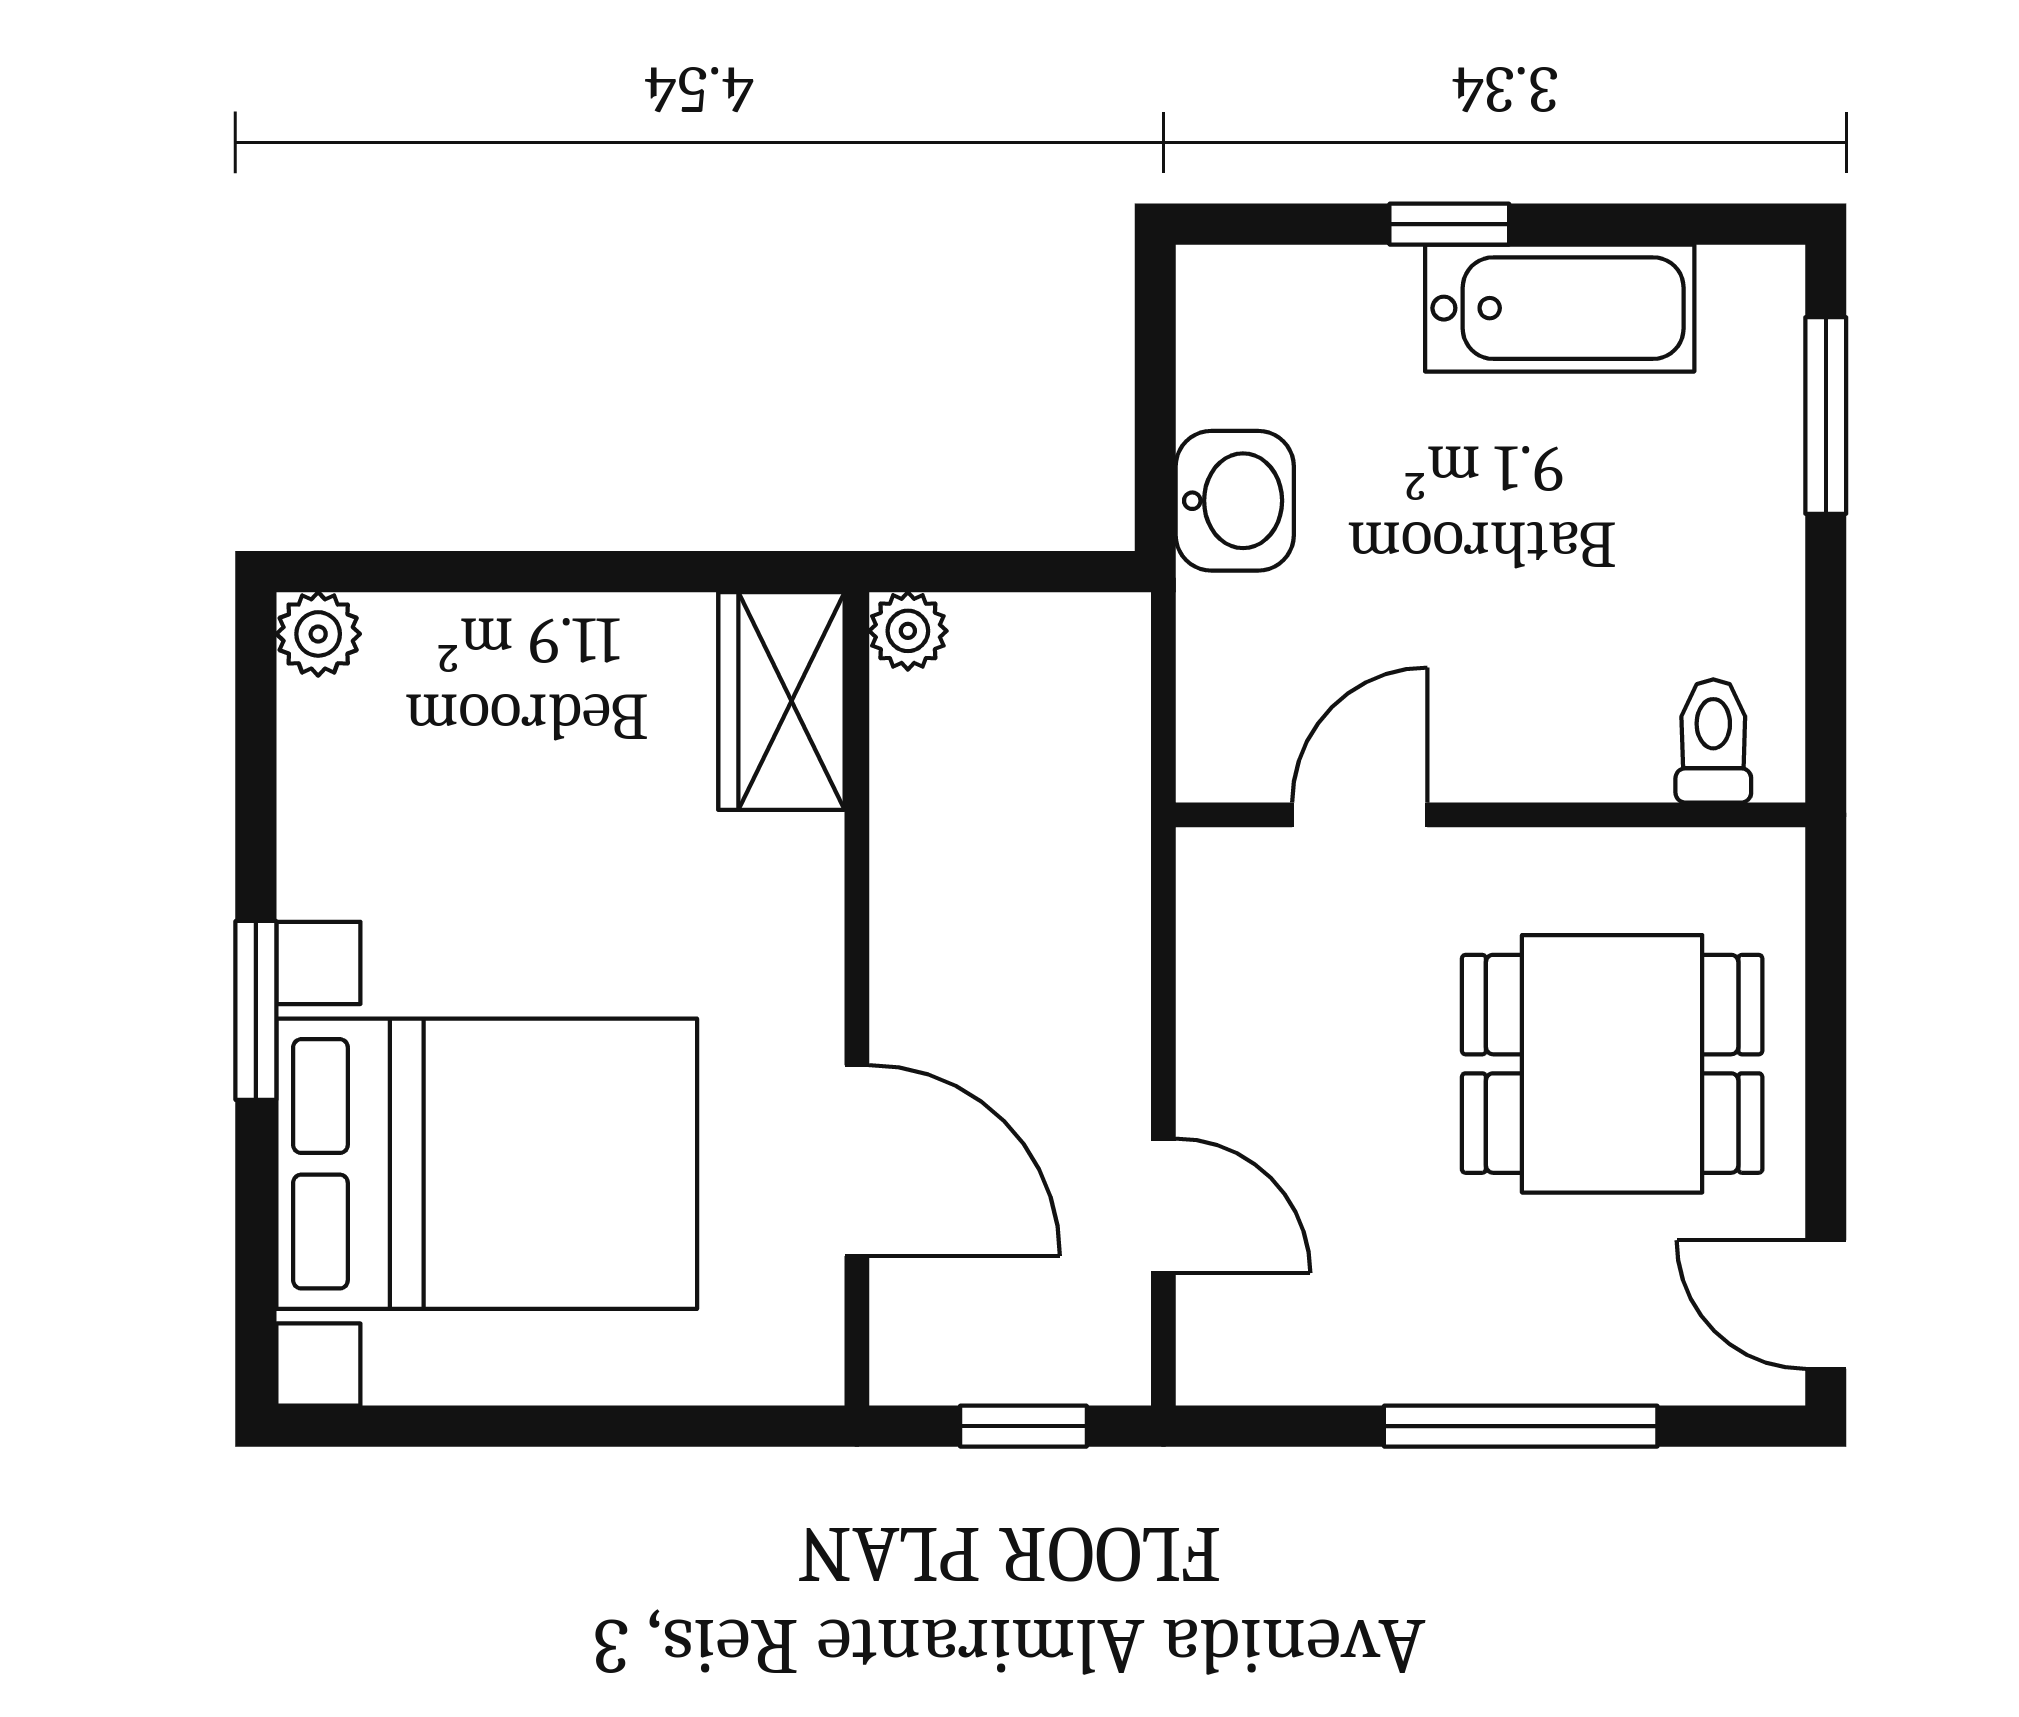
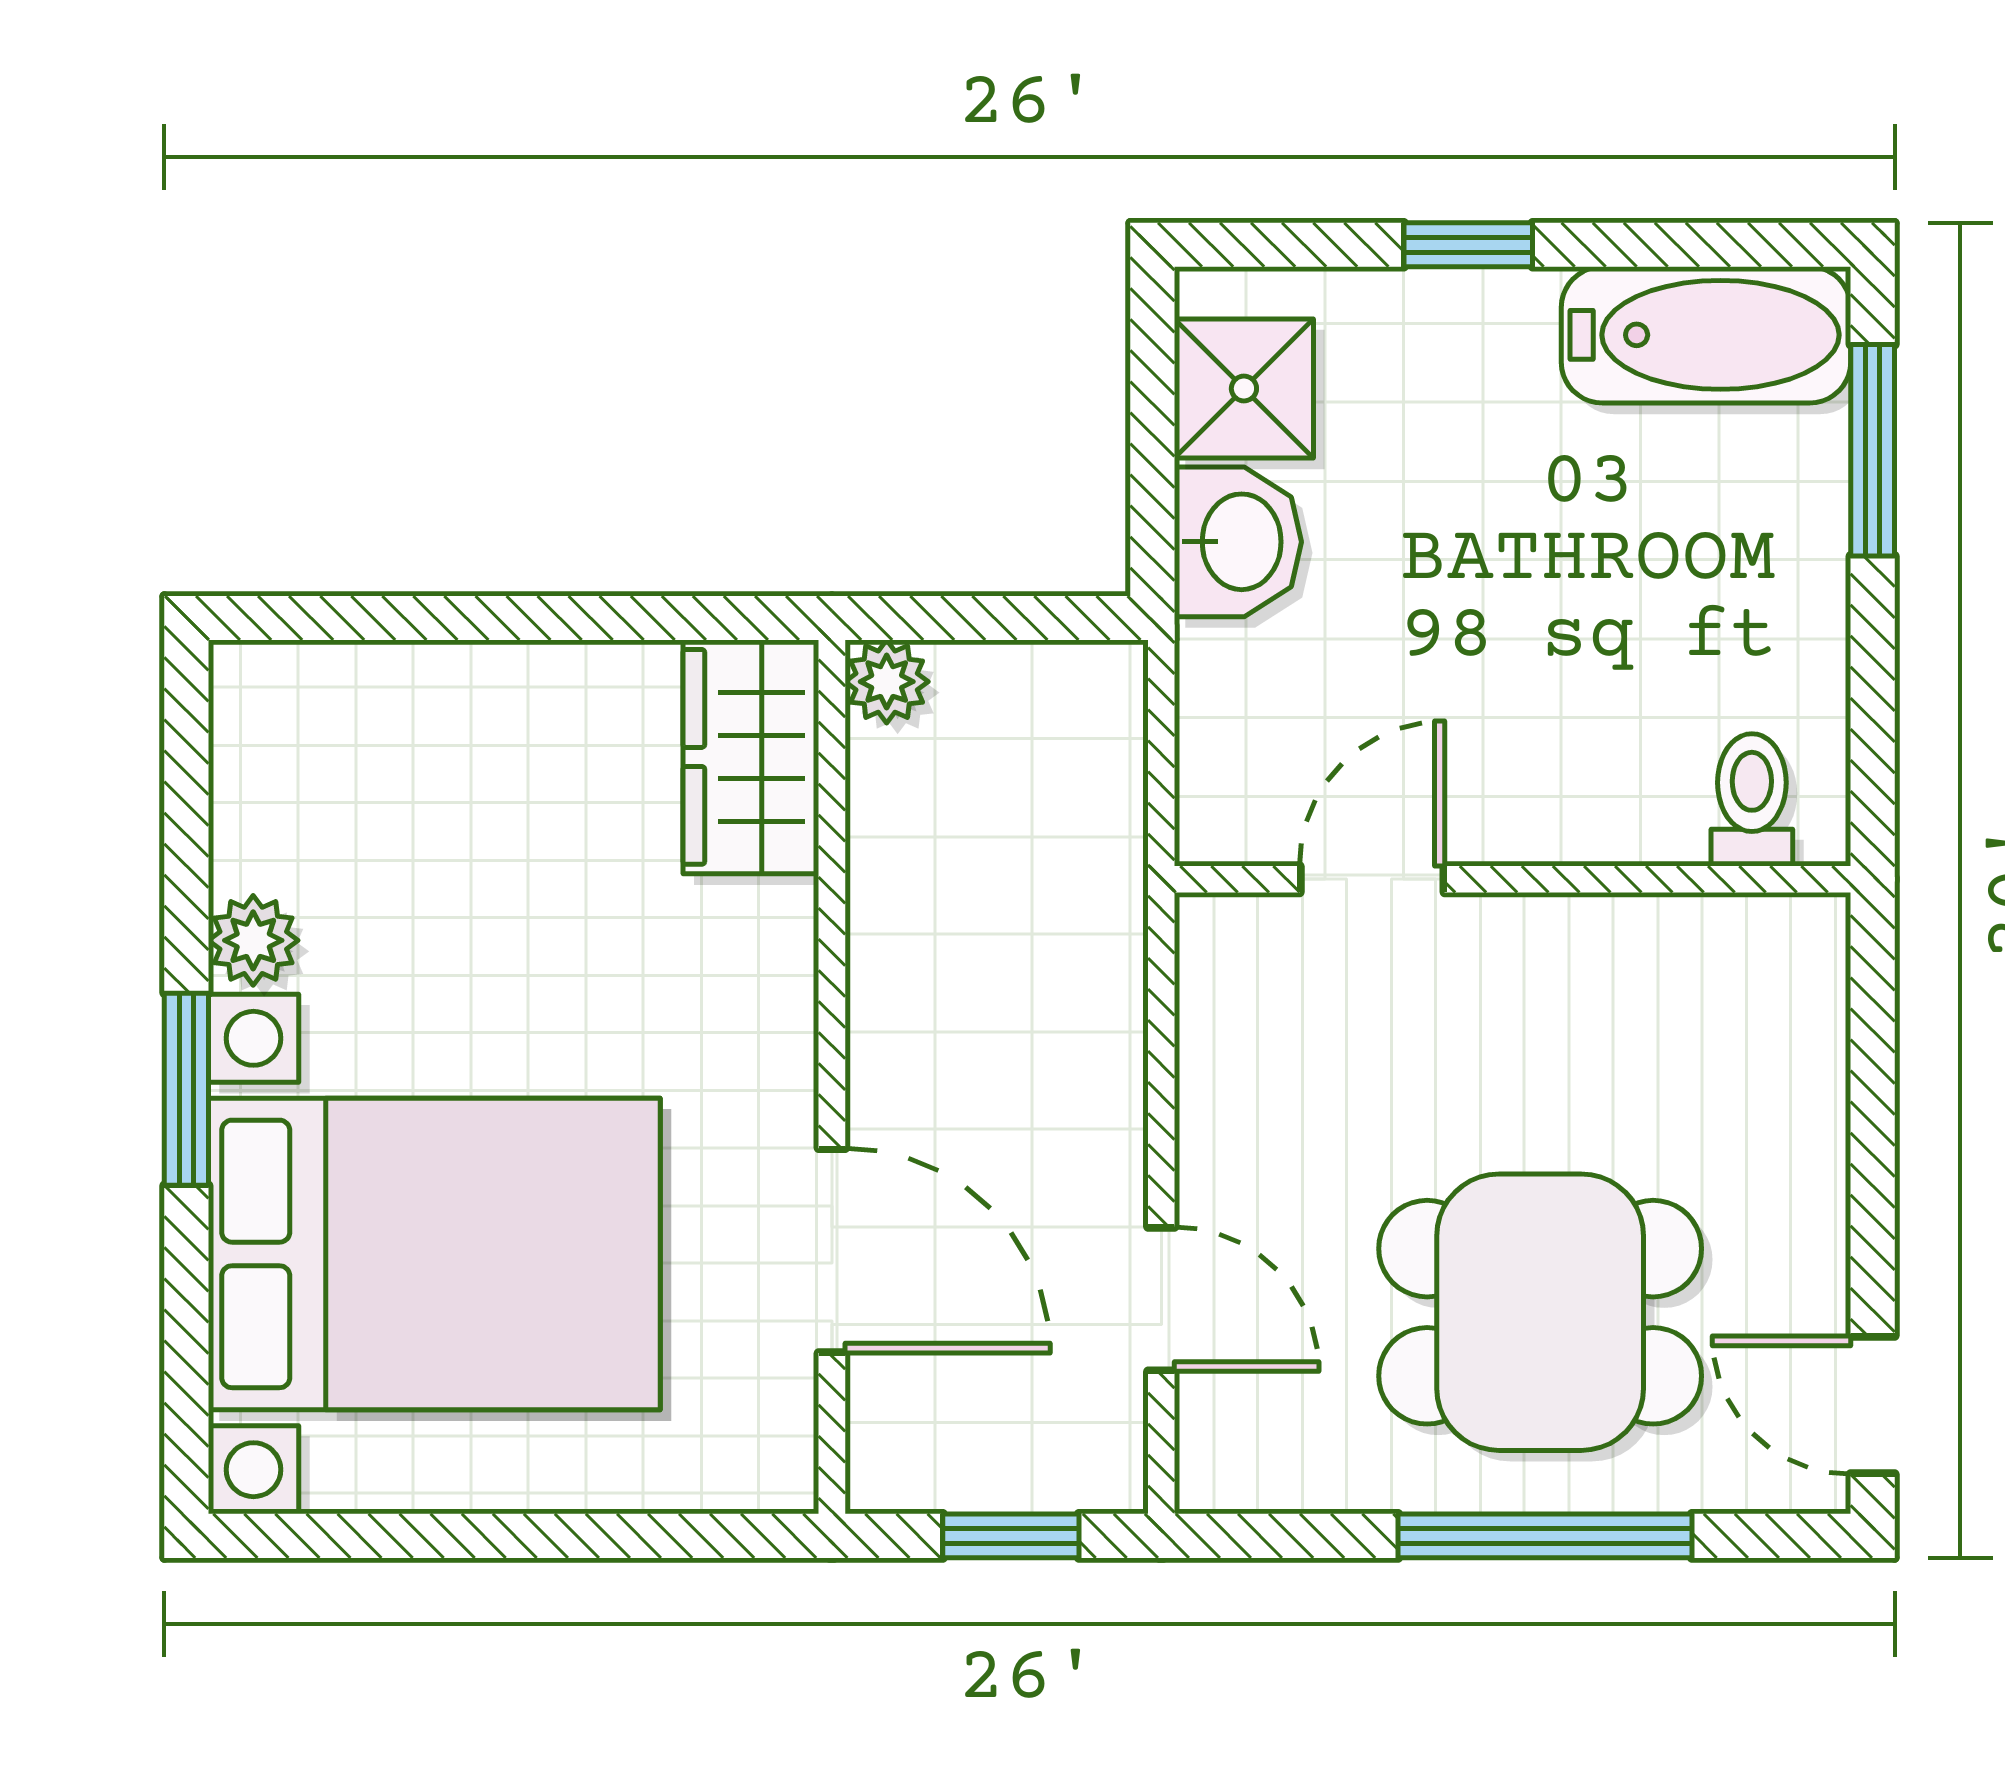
bathtub: (1560, 308) -> (1706, 335), moved
shower: (1240, 358) -> (1244, 389), added
plant: (318, 634) -> (253, 940), moved
dining table: (1612, 1064) -> (1540, 1312), moved

